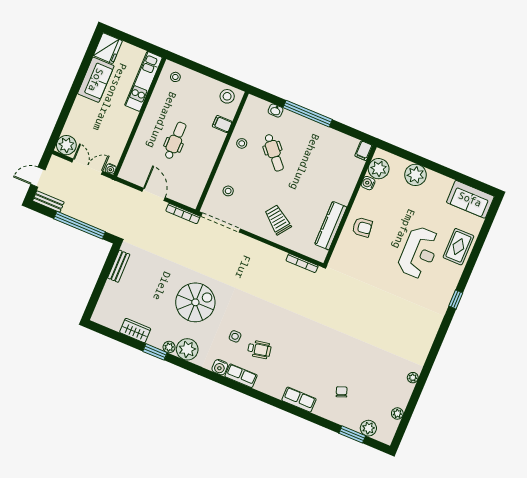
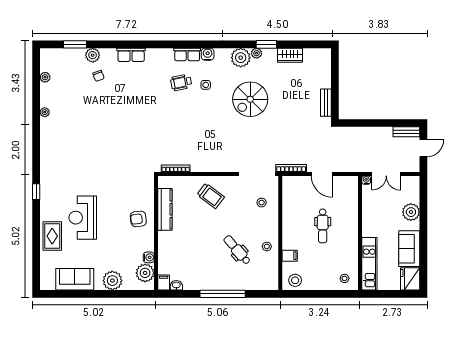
washbasin: (276, 111) -> (176, 285), moved
plant: (66, 145) -> (411, 212), moved
sofa: (470, 199) -> (75, 279), moved
window: (80, 225) -> (372, 123), removed
plant: (368, 428) -> (93, 55), moved

